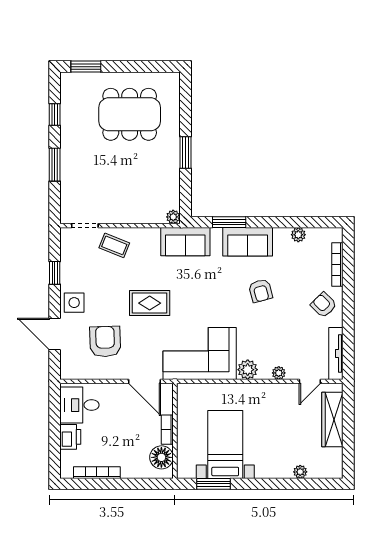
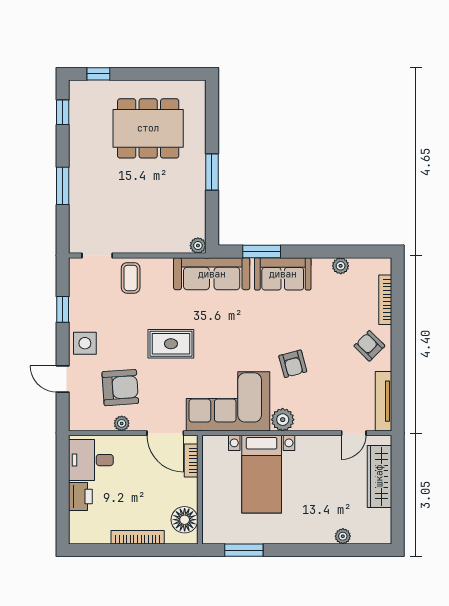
window: (86, 67) -> (98, 74), width x0.67
window: (55, 114) -> (63, 112), moved
sofa: (185, 242) -> (212, 274), width x1.36
coffee table: (114, 245) -> (131, 278), turned 68
armchair: (261, 291) -> (293, 364), moved
door: (55, 334) -> (63, 379), width x0.73
armchair: (105, 342) -> (120, 388), turned 88
plant: (279, 373) -> (122, 423), moved
bookcase: (167, 430) -> (191, 461), moved
bed with nightstands: (225, 444) -> (262, 474), moved, turned 180
bookcase: (97, 473) -> (138, 537), moved

